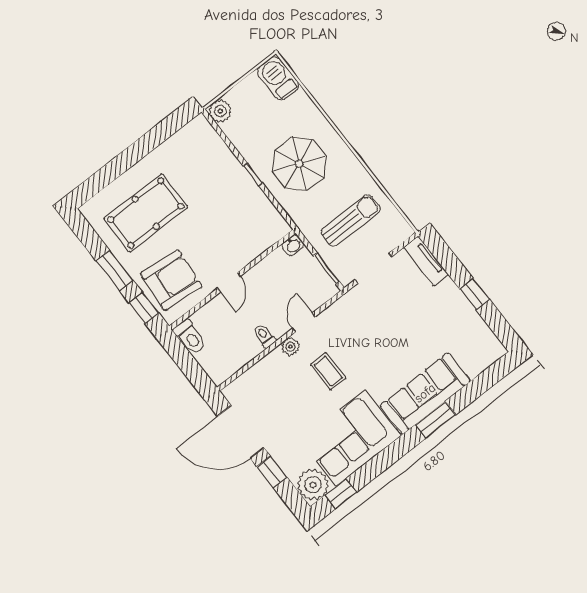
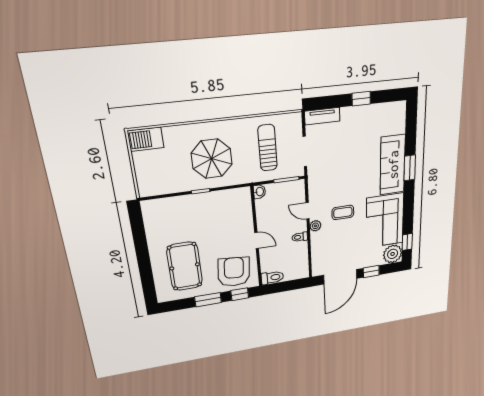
plant: (220, 111) -> (146, 189), removed

